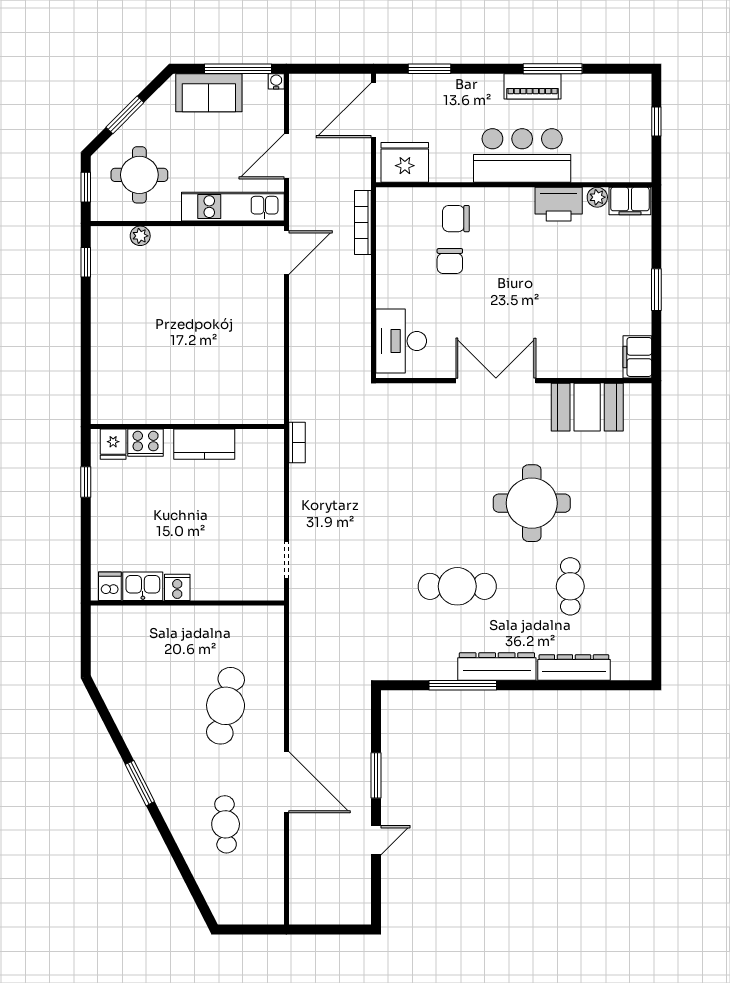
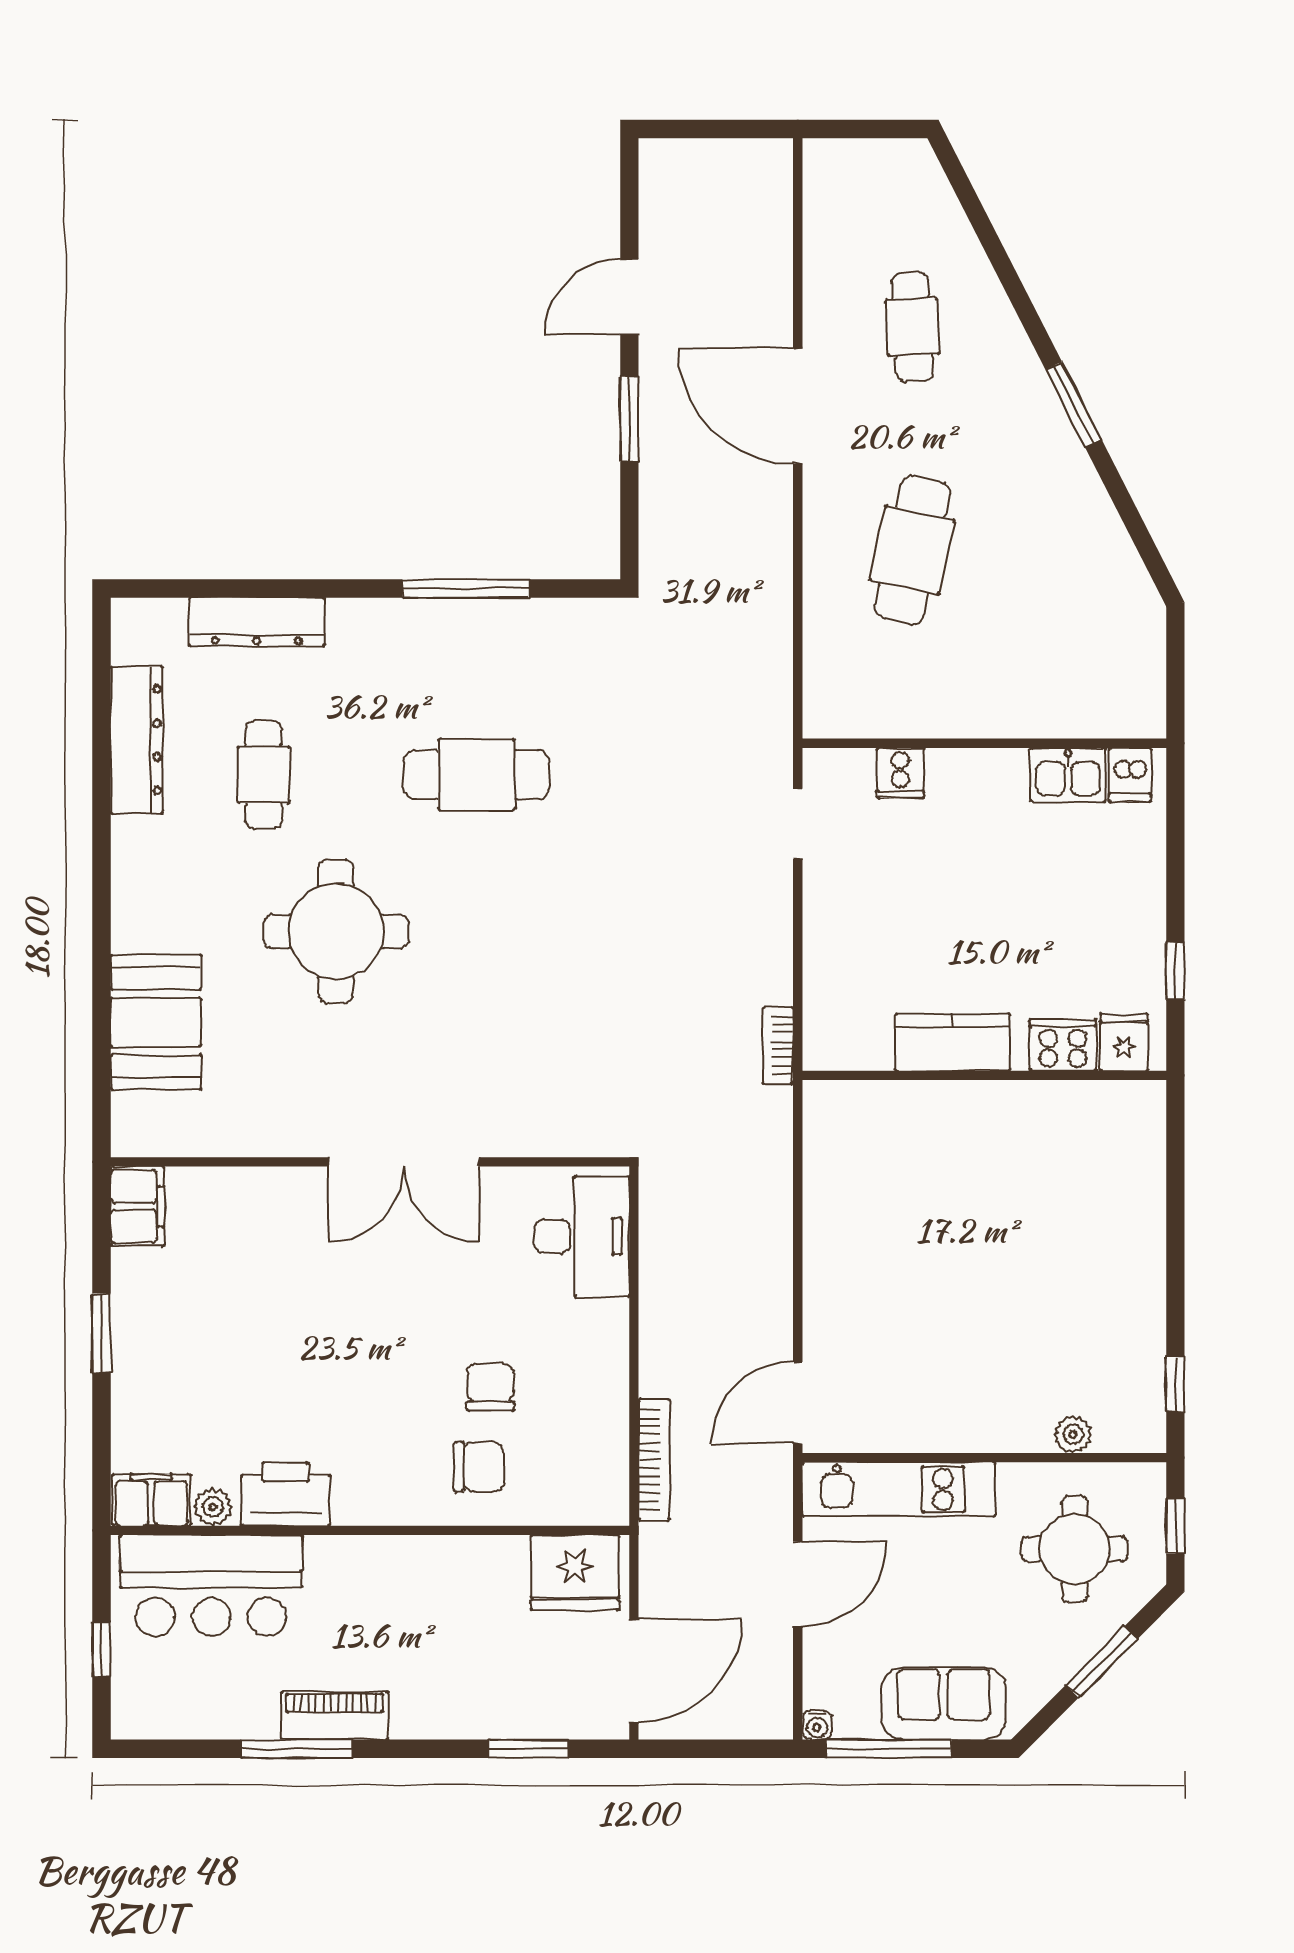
bar counter: (522, 155) -> (211, 1586), moved
booth: (587, 407) -> (156, 1022), moved, turned 90
cooker: (177, 587) -> (900, 773), moved
dresser: (497, 667) -> (137, 740), moved, turned -90
door: (376, 840) -> (629, 297), width x1.38

